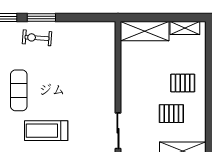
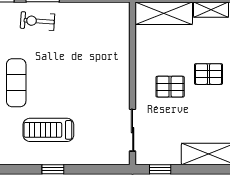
pallet: (171, 114) -> (170, 87), moved

